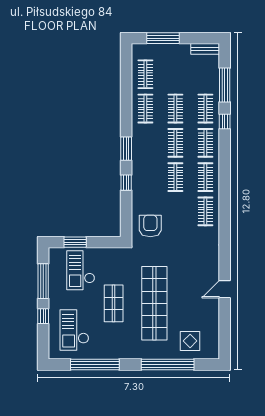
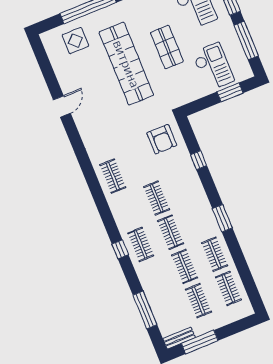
window: (163, 38) -> (200, 342), moved
clothes rail: (205, 109) -> (199, 301), moved
window: (225, 122) -> (120, 249), moved
window: (126, 149) -> (222, 218), moved
clothes rail: (205, 177) -> (127, 210), removed
window: (126, 183) -> (199, 160), moved

